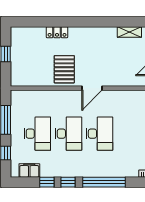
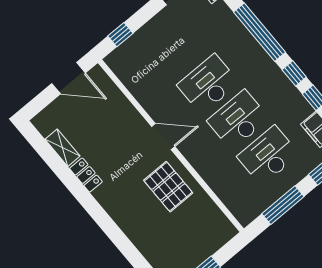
locker: (57, 32) -> (86, 175), moved
pallet: (64, 69) -> (168, 187), turned 90

